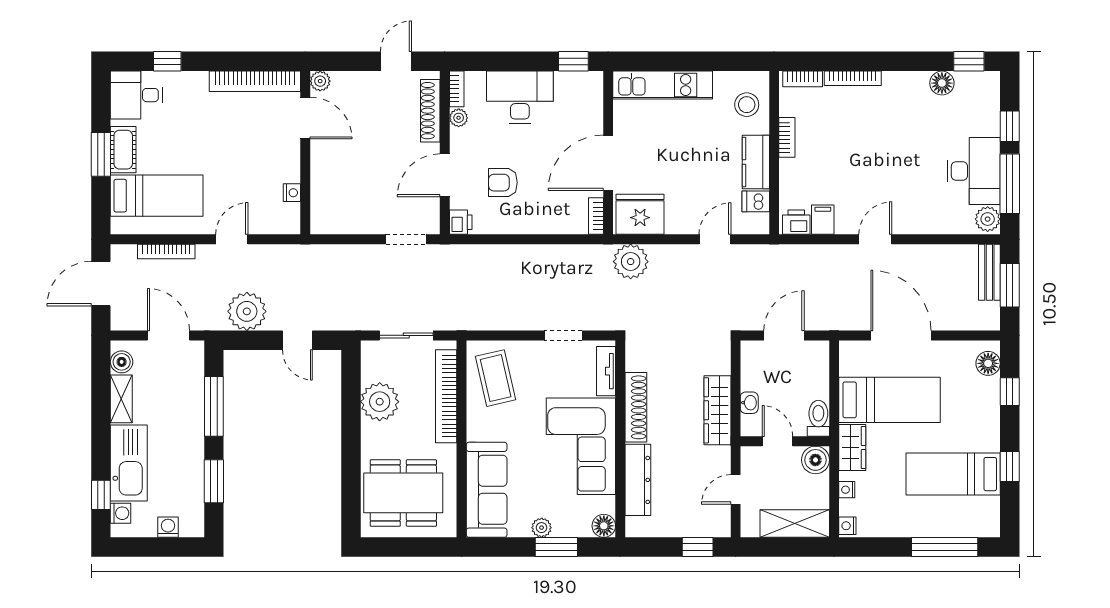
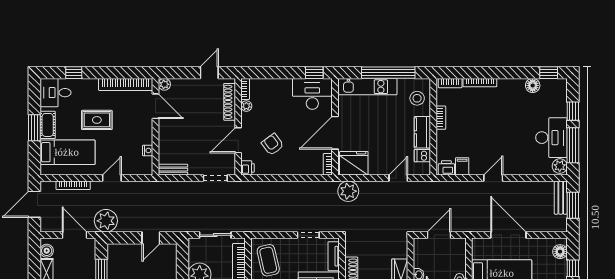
window: (698, 61) -> (388, 73), added
desk: (520, 97) -> (312, 94), moved
rug: (206, 141) -> (97, 120), added
armchair: (503, 183) -> (273, 144), turned 54
bench: (335, 225) -> (173, 170), added
plant: (247, 311) -> (106, 221), moved
door: (297, 340) -> (151, 238), hinge flipped

